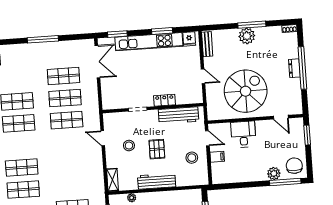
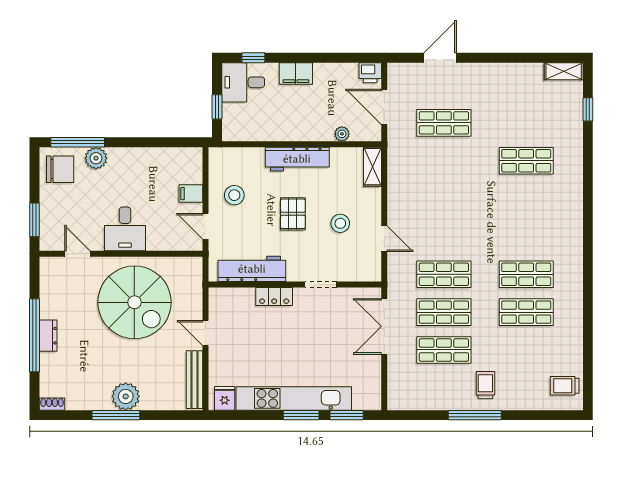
window: (162, 31) -> (301, 415), moved
bench: (207, 44) -> (194, 380), width x1.36
trolley: (38, 57) -> (485, 385), added
double door: (97, 62) -> (384, 326), moved
spiral stairs: (246, 91) -> (134, 302), turned -90
desk: (243, 134) -> (125, 229), moved
chair: (294, 166) -> (60, 169), turned -90
shop shelf: (22, 167) -> (526, 199), removed

